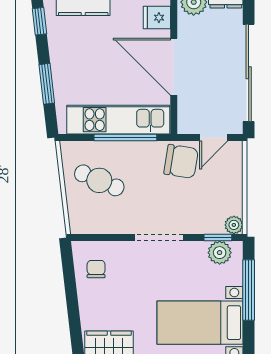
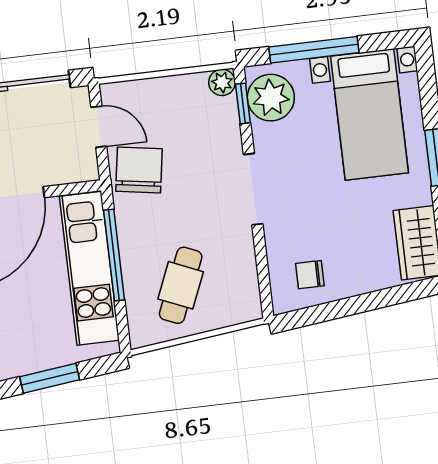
plant: (220, 253) -> (271, 98), width x1.36, depth x1.36

